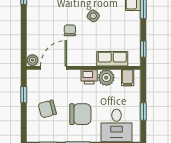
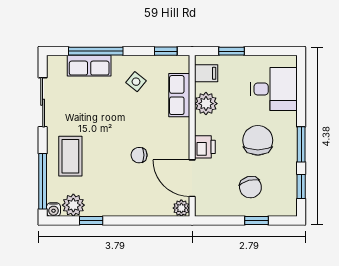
side table: (93, 16) -> (136, 82), moved
printer: (89, 77) -> (205, 147), moved
window: (24, 95) -> (256, 221), moved
window: (143, 111) -> (232, 51), moved

